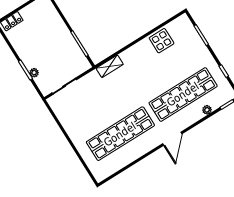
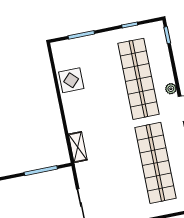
plant: (207, 110) -> (171, 89), moved

